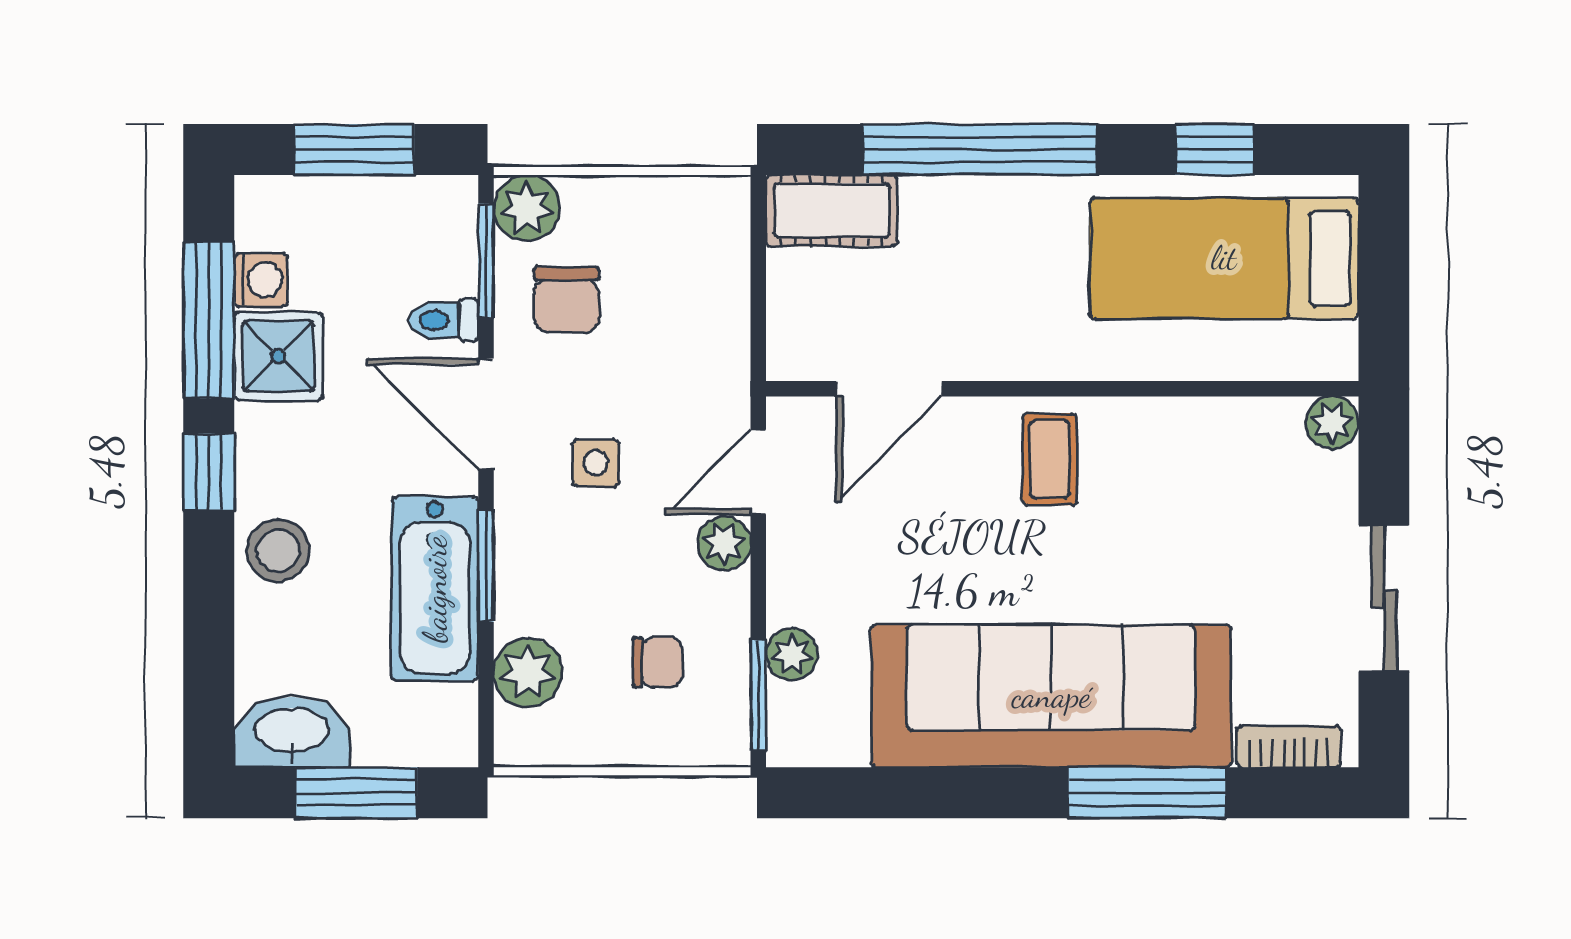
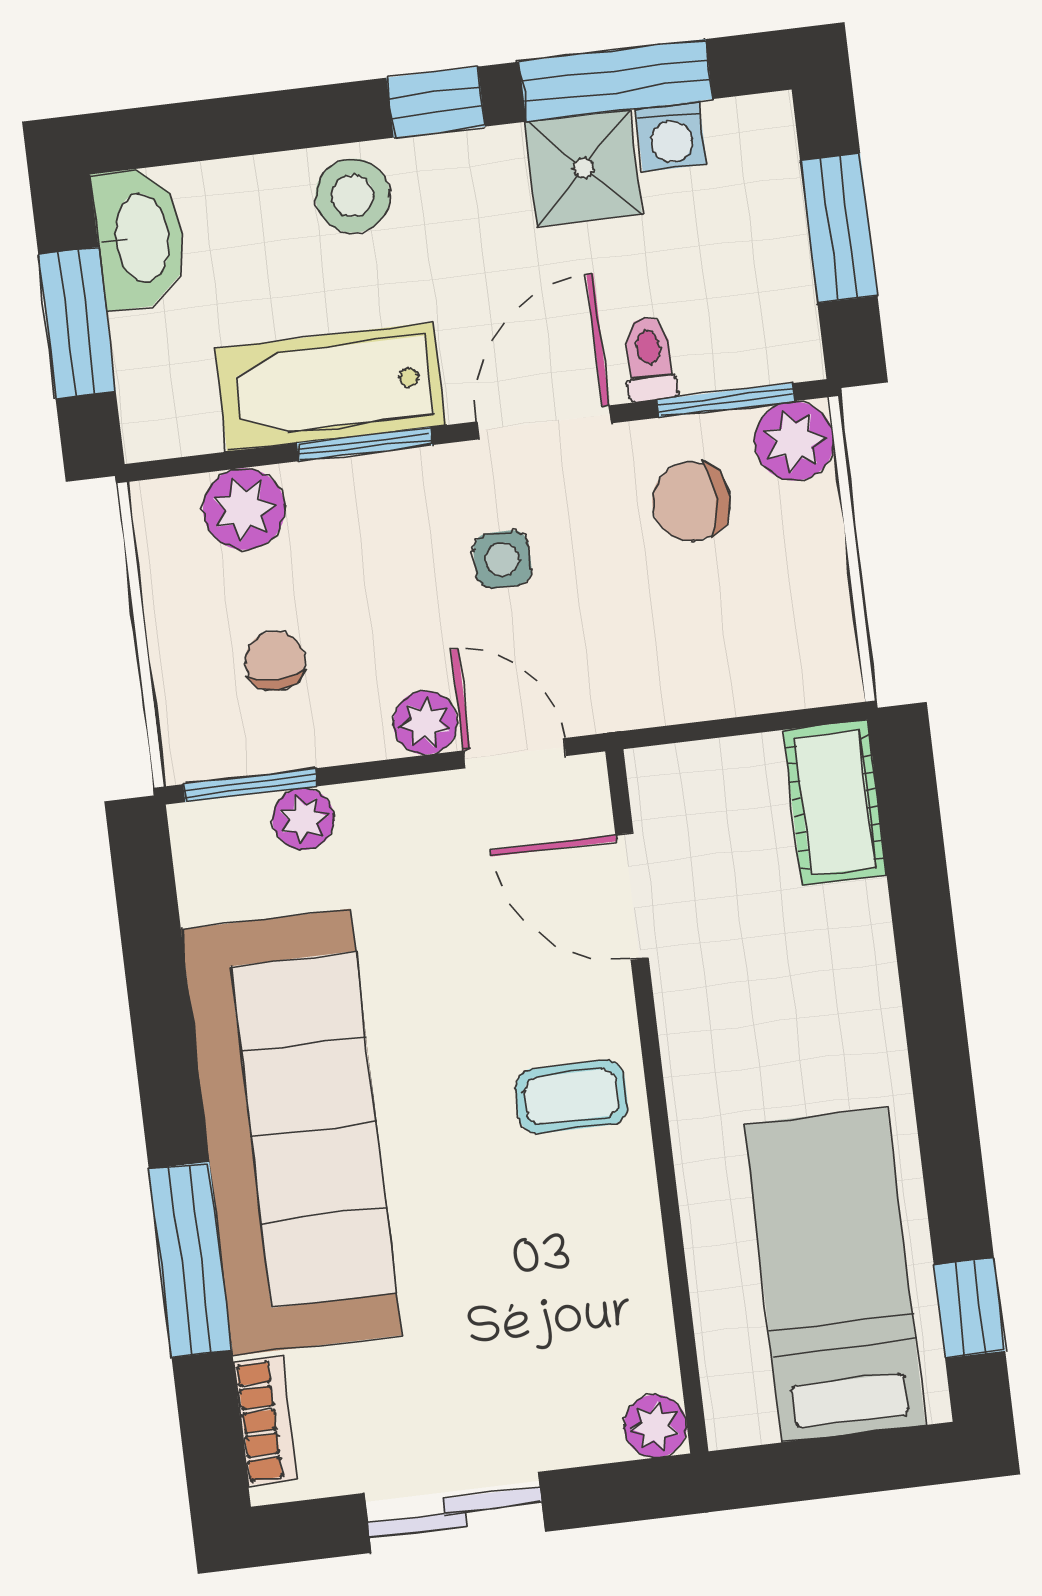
window: (980, 149) -> (929, 969), removed
window: (1214, 149) -> (970, 1308), moved
chair: (657, 662) -> (275, 661), turned 180

